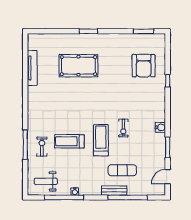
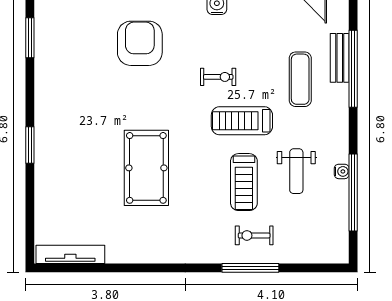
pool table: (78, 66) -> (146, 168), moved
armchair: (144, 66) -> (140, 43), moved, turned -90
tv unit: (32, 68) -> (70, 254), moved
weight bench: (46, 181) -> (296, 171), moved
bench: (114, 190) -> (340, 58), moved

